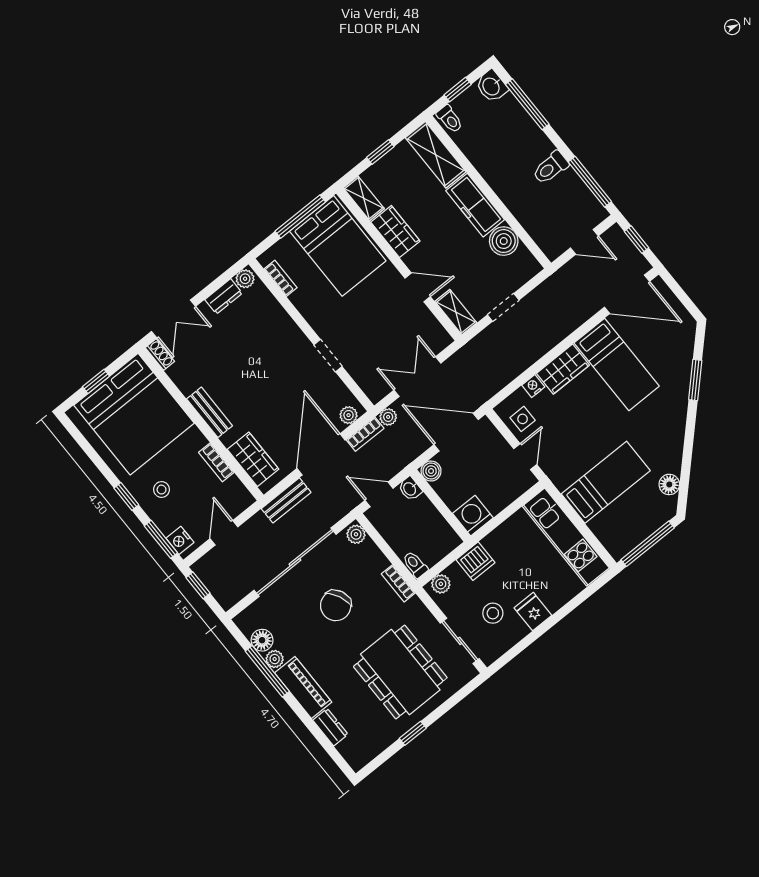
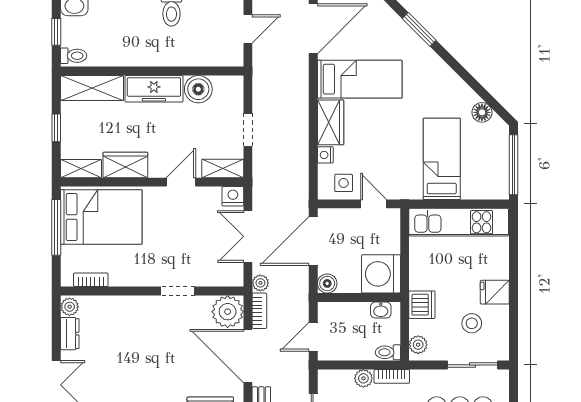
nightstand: (440, 338) -> (233, 196), added
plant: (349, 415) -> (228, 312), width x1.88, depth x1.88
washbasin: (410, 489) -> (381, 310), moved
washing machine: (473, 516) -> (381, 274), width x1.37, depth x1.37
plant: (356, 534) -> (363, 378), moved

